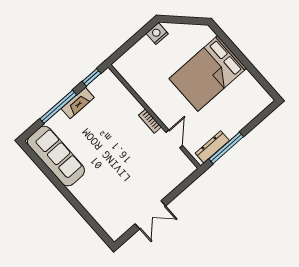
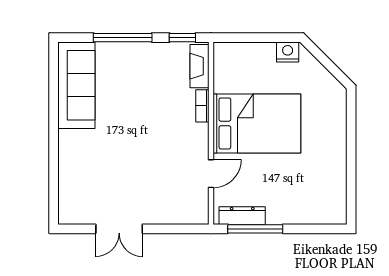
bed: (208, 73) -> (257, 123), moved, turned 180
fireplace: (78, 103) -> (199, 66), moved, turned 90
bookcase: (150, 121) -> (202, 106), moved

